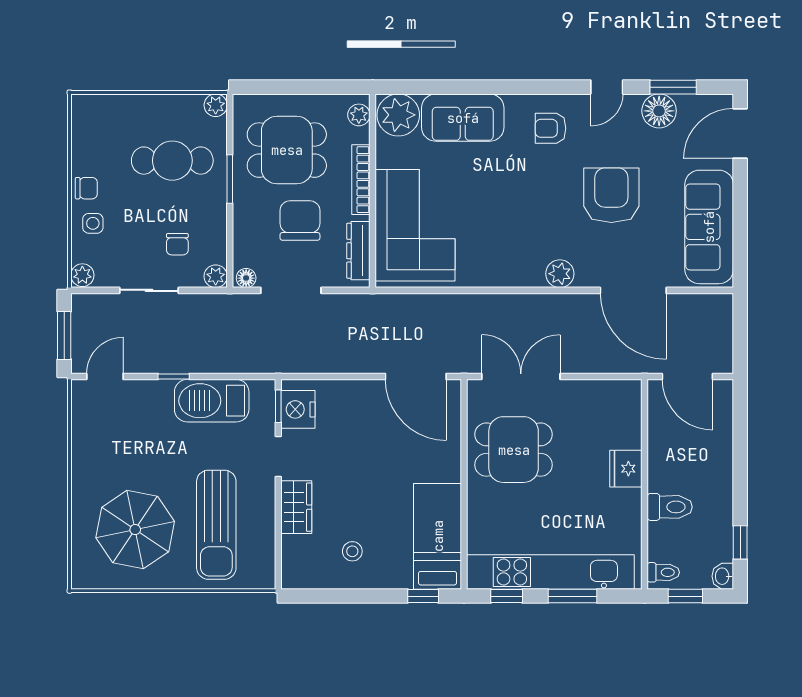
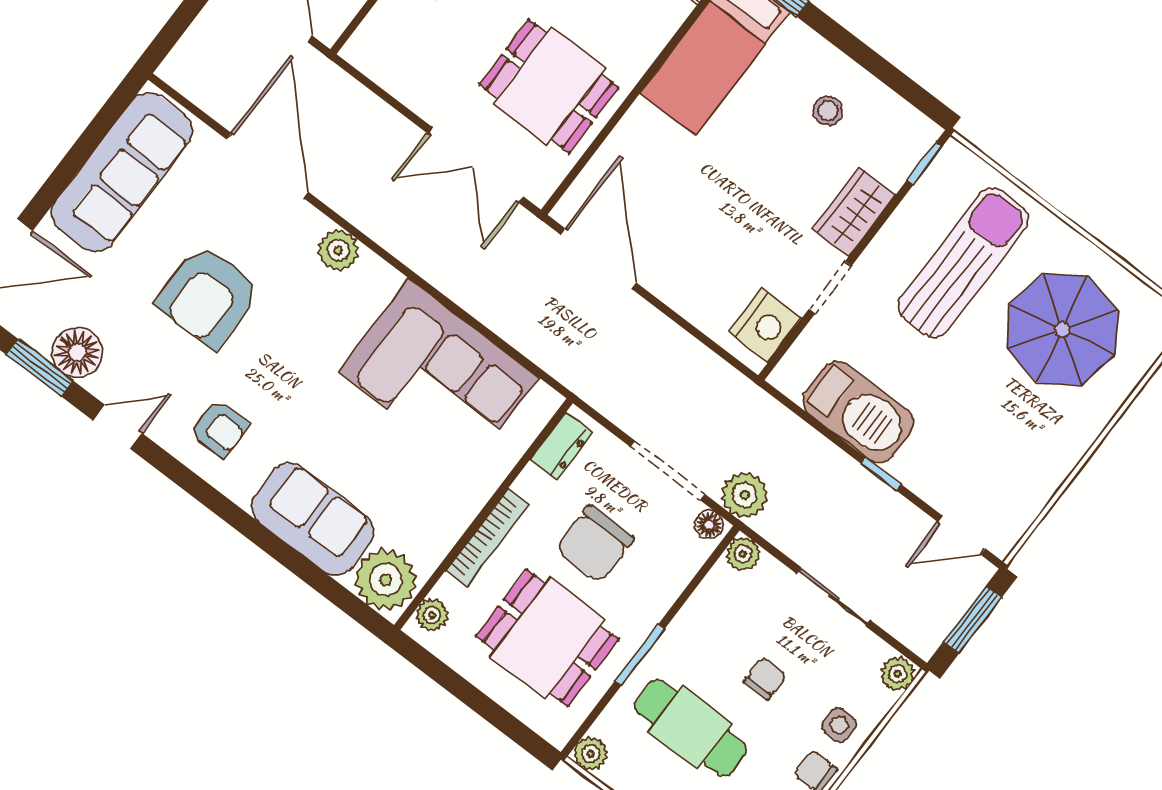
corner sofa: (415, 225) -> (439, 375), moved, turned -90
chair: (177, 244) -> (765, 679), moved
dresser: (358, 251) -> (561, 446), width x0.70
plant: (239, 309) -> (745, 495), added
window: (278, 406) -> (925, 164), moved

